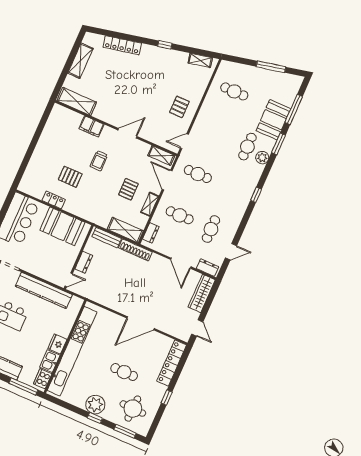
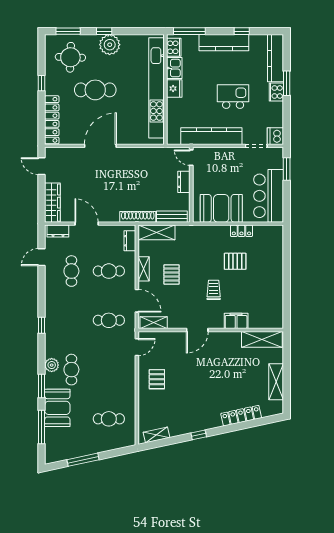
door: (69, 280) -> (191, 158), hinge flipped
cafe table: (124, 372) -> (95, 90), width x1.37, depth x1.35

